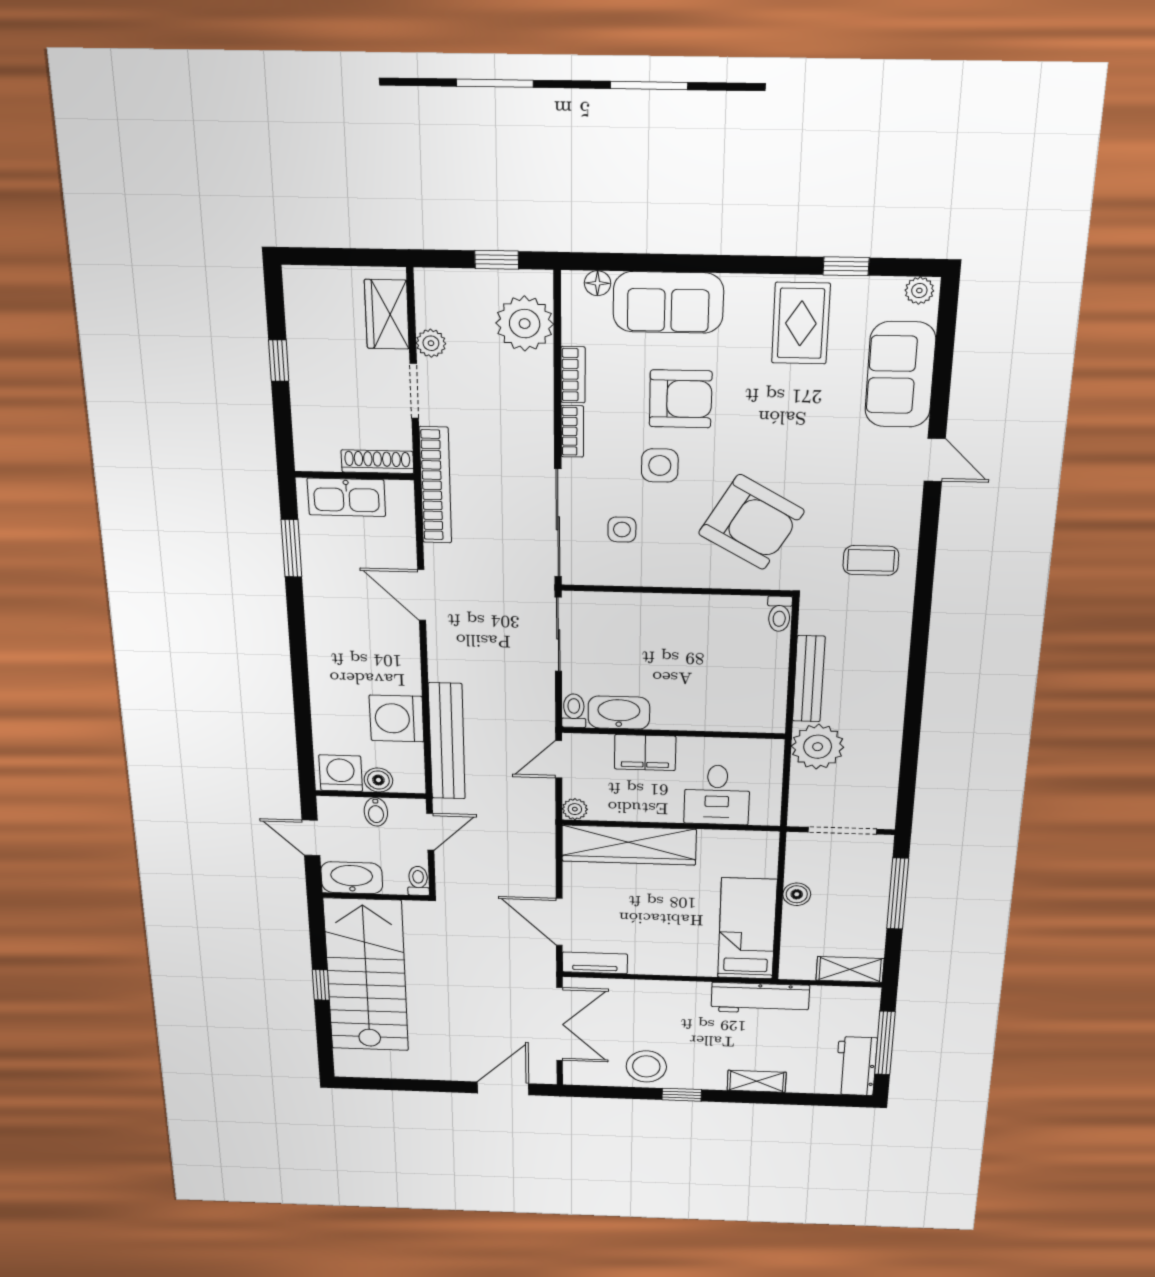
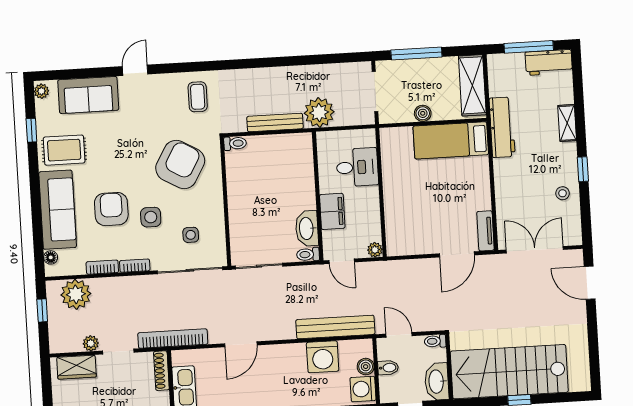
sofa: (668, 302) -> (58, 210), width x1.36
wardrobe: (629, 845) -> (397, 216), removed
shelving: (850, 969) -> (472, 85), width x1.50, depth x1.33
stool: (646, 1066) -> (563, 193), width x0.53, depth x0.53

